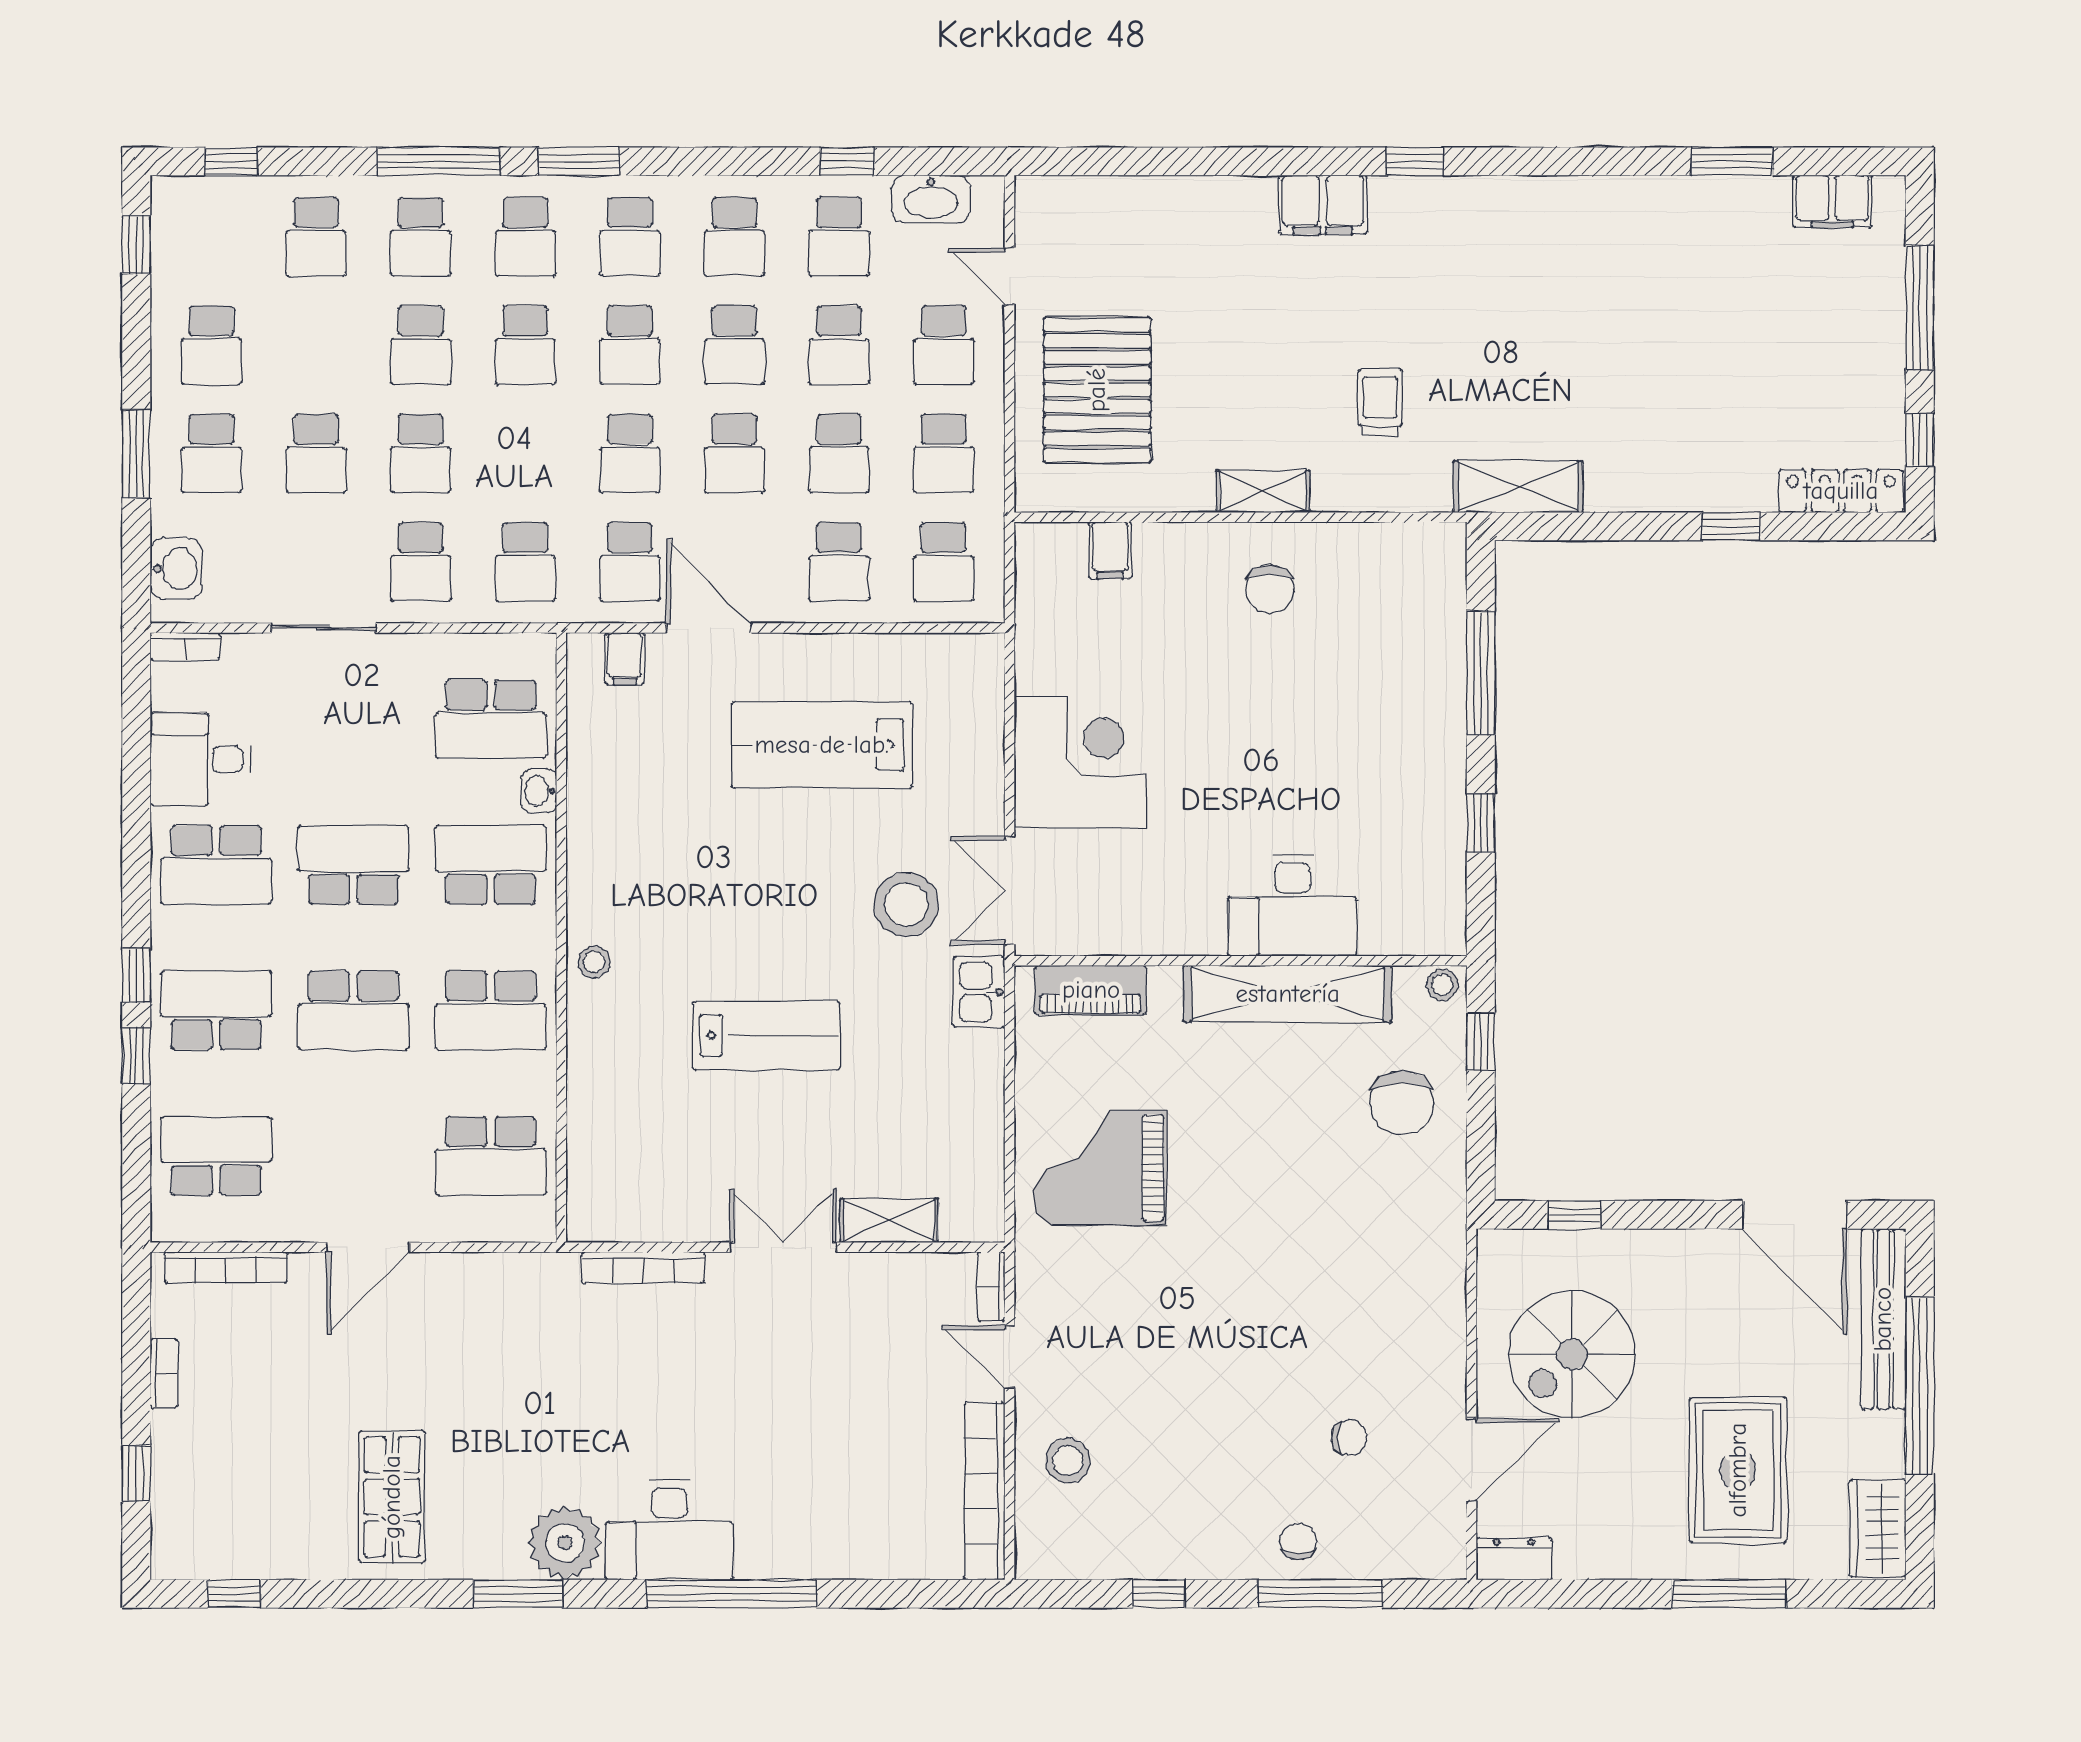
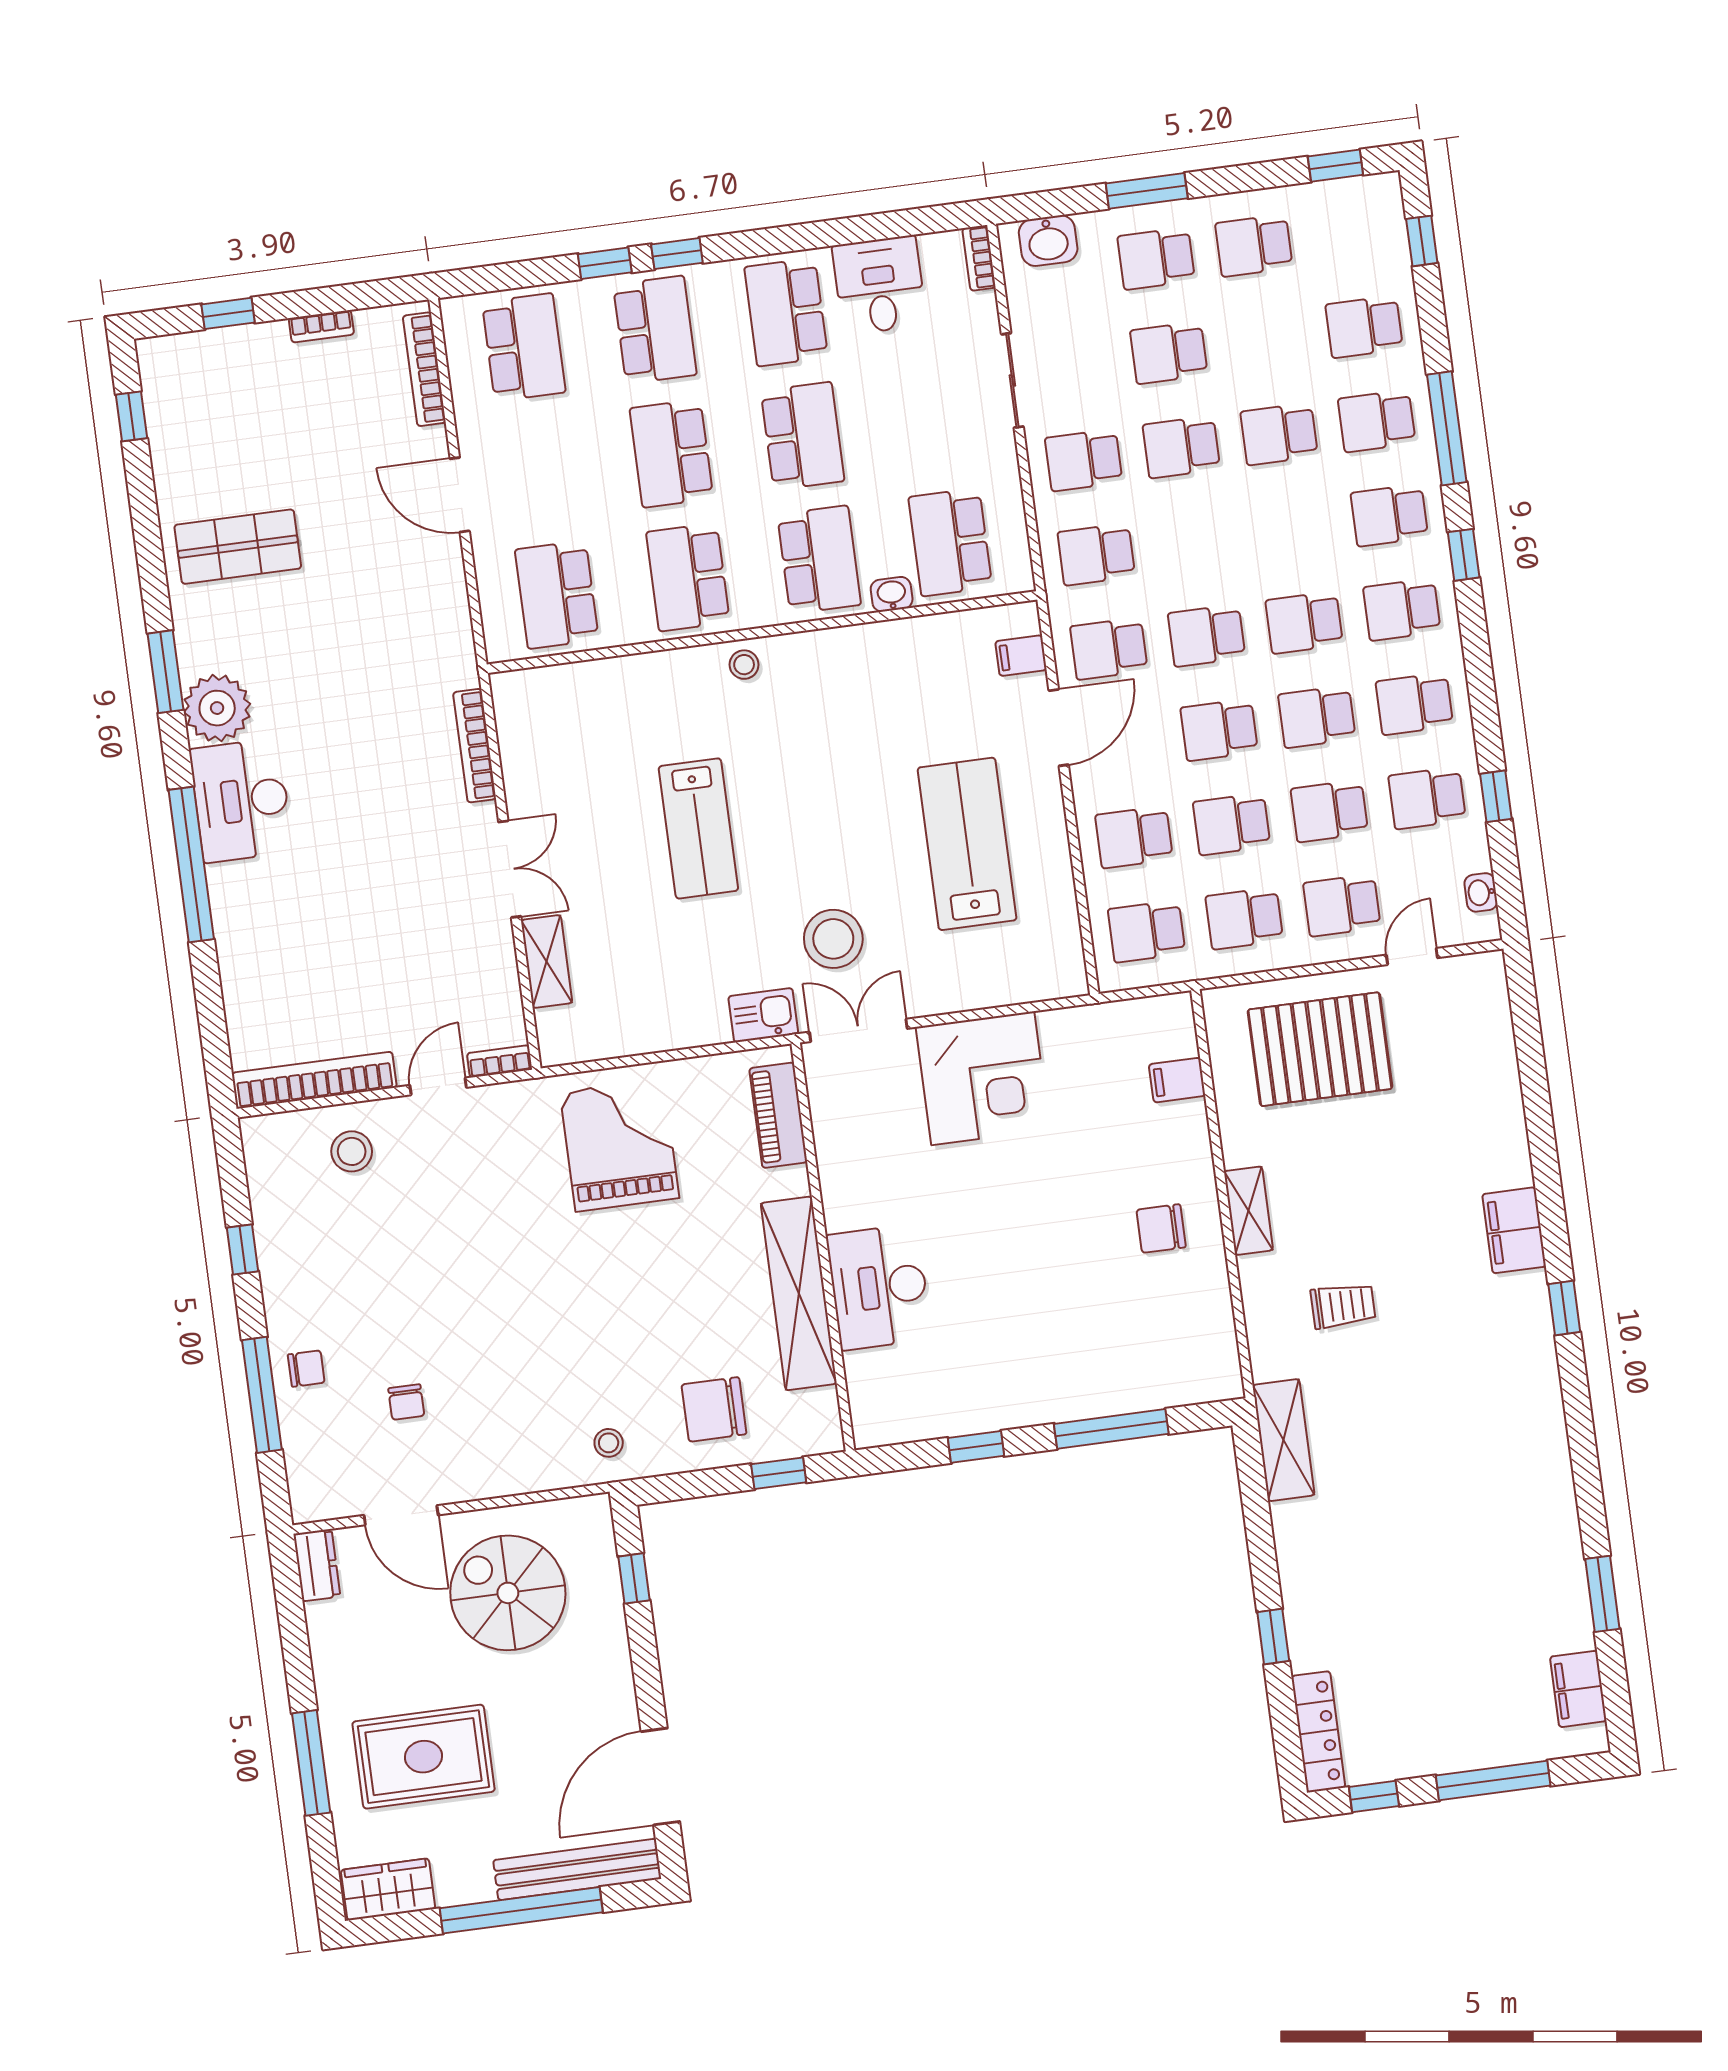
window: (579, 161) -> (1464, 555), width x0.67
washbasin: (931, 199) -> (1481, 892), width x0.52, depth x0.69
school desk: (525, 345) -> (1292, 528), removed
stool: (1442, 985) -> (609, 1443), moved

